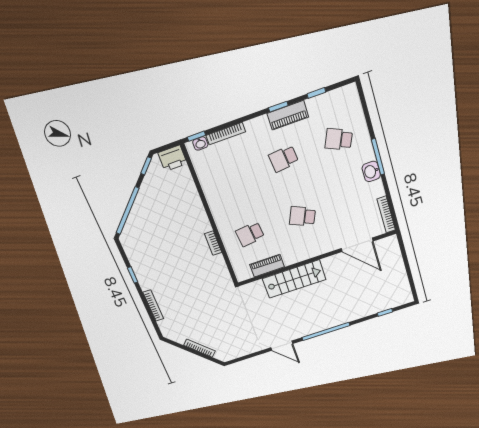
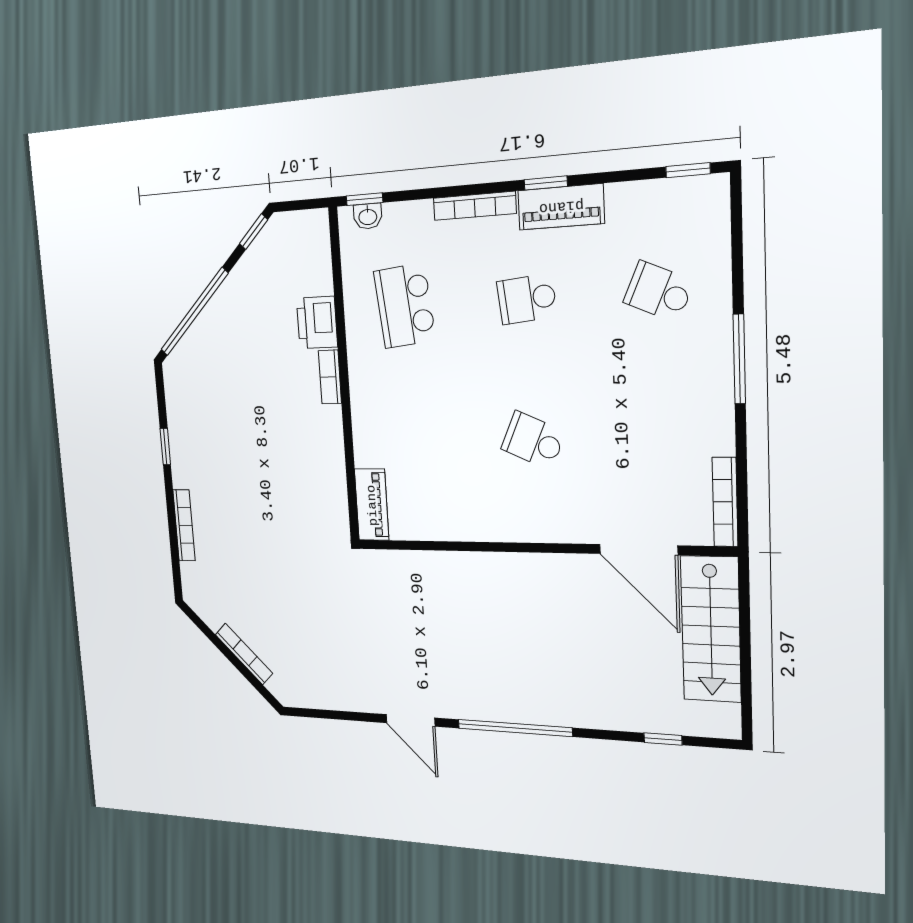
window: (316, 93) -> (688, 170), moved
bookcase: (226, 134) -> (475, 206), moved
printer: (173, 158) -> (317, 323), moved, turned 90
washbasin: (371, 171) -> (715, 388), removed
school desk: (250, 234) -> (405, 306), moved, width x1.85
bookcase: (213, 243) -> (330, 377), moved
piano: (267, 266) -> (372, 505), moved, turned 90
stairs: (294, 279) -> (711, 629), moved, turned 90

